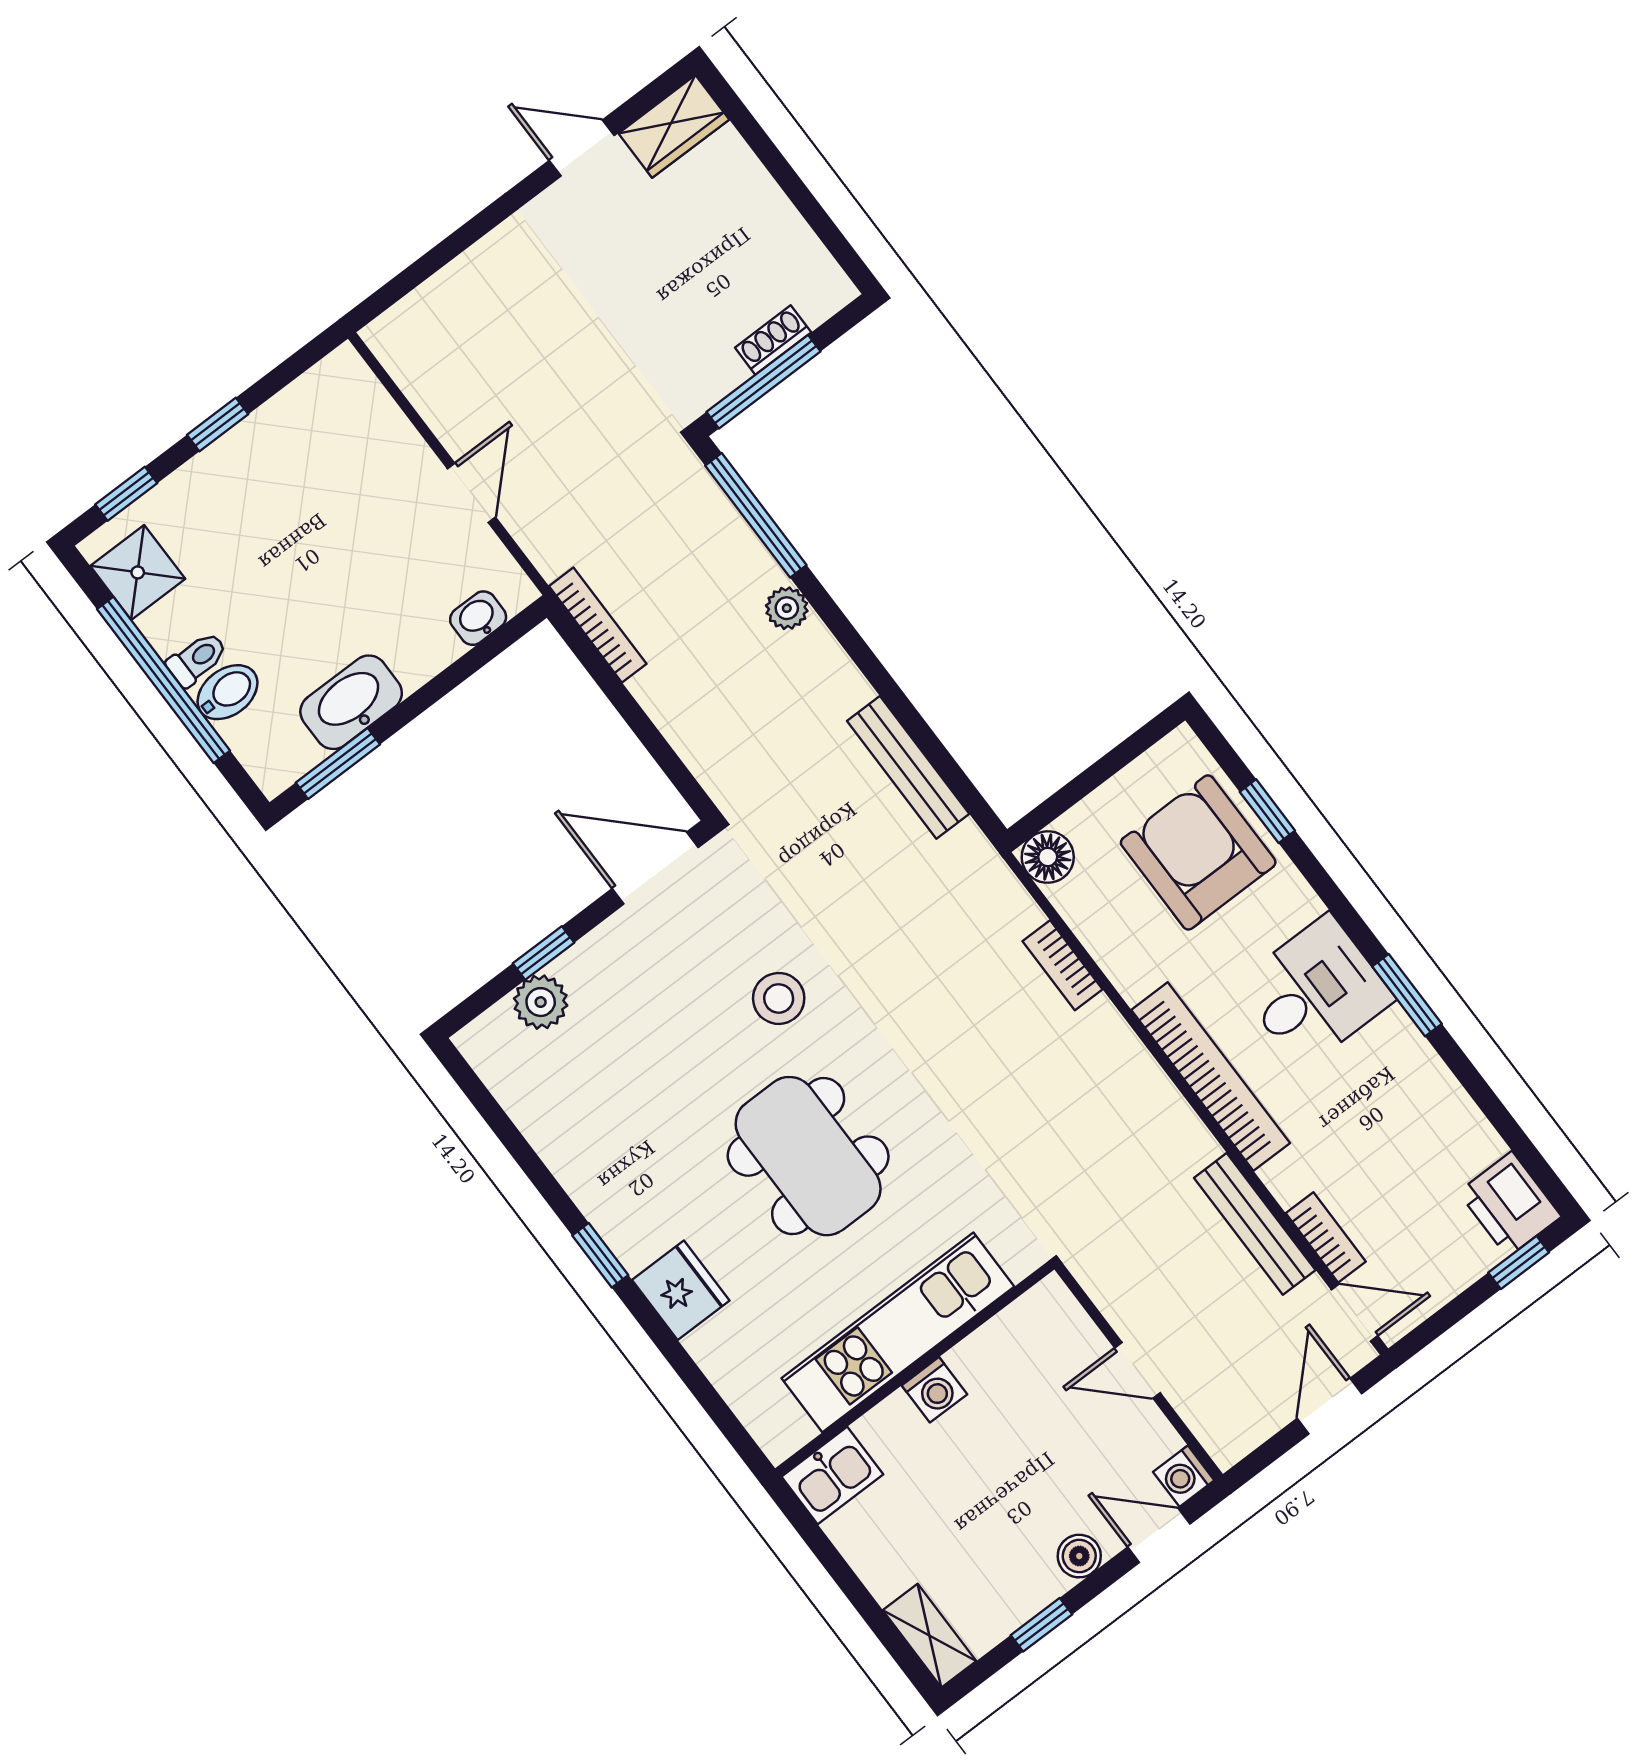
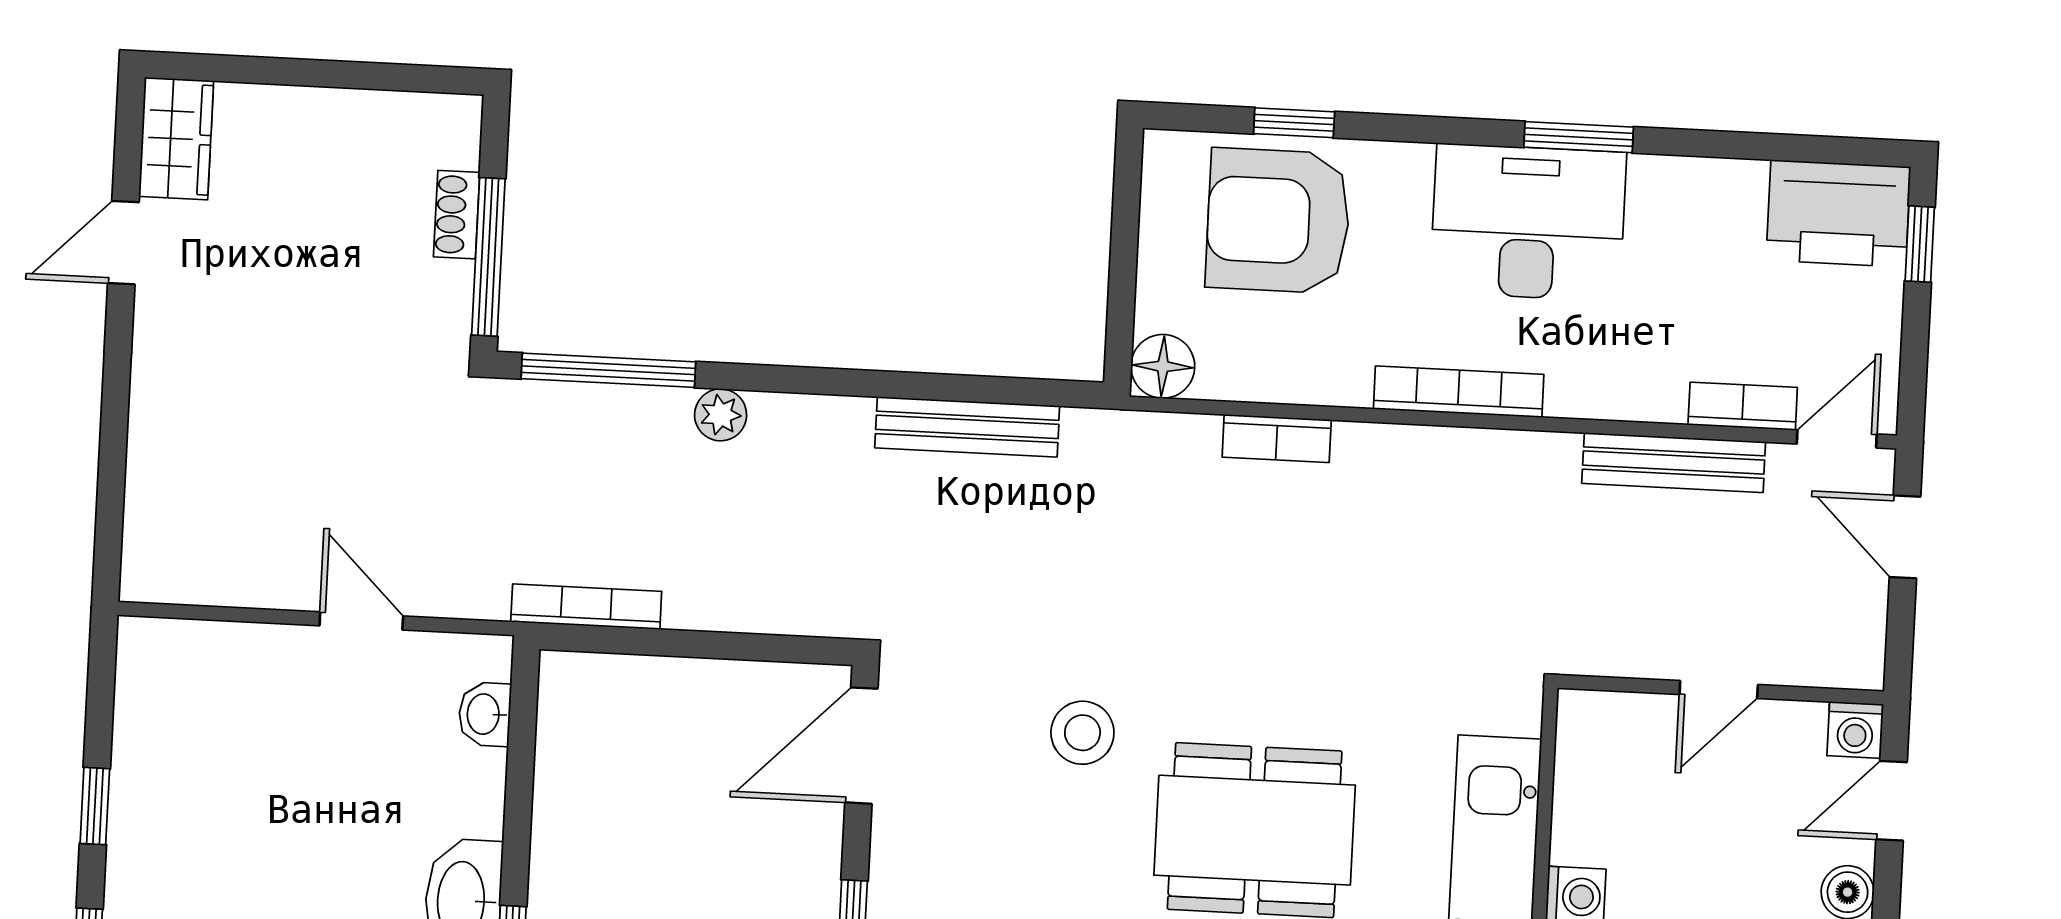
desk: (1315, 992) -> (1528, 222), width x1.37
bookcase: (1211, 1076) -> (1459, 392), width x0.68, depth x0.76
printer: (1510, 1204) -> (1838, 213), width x1.37, depth x1.19

